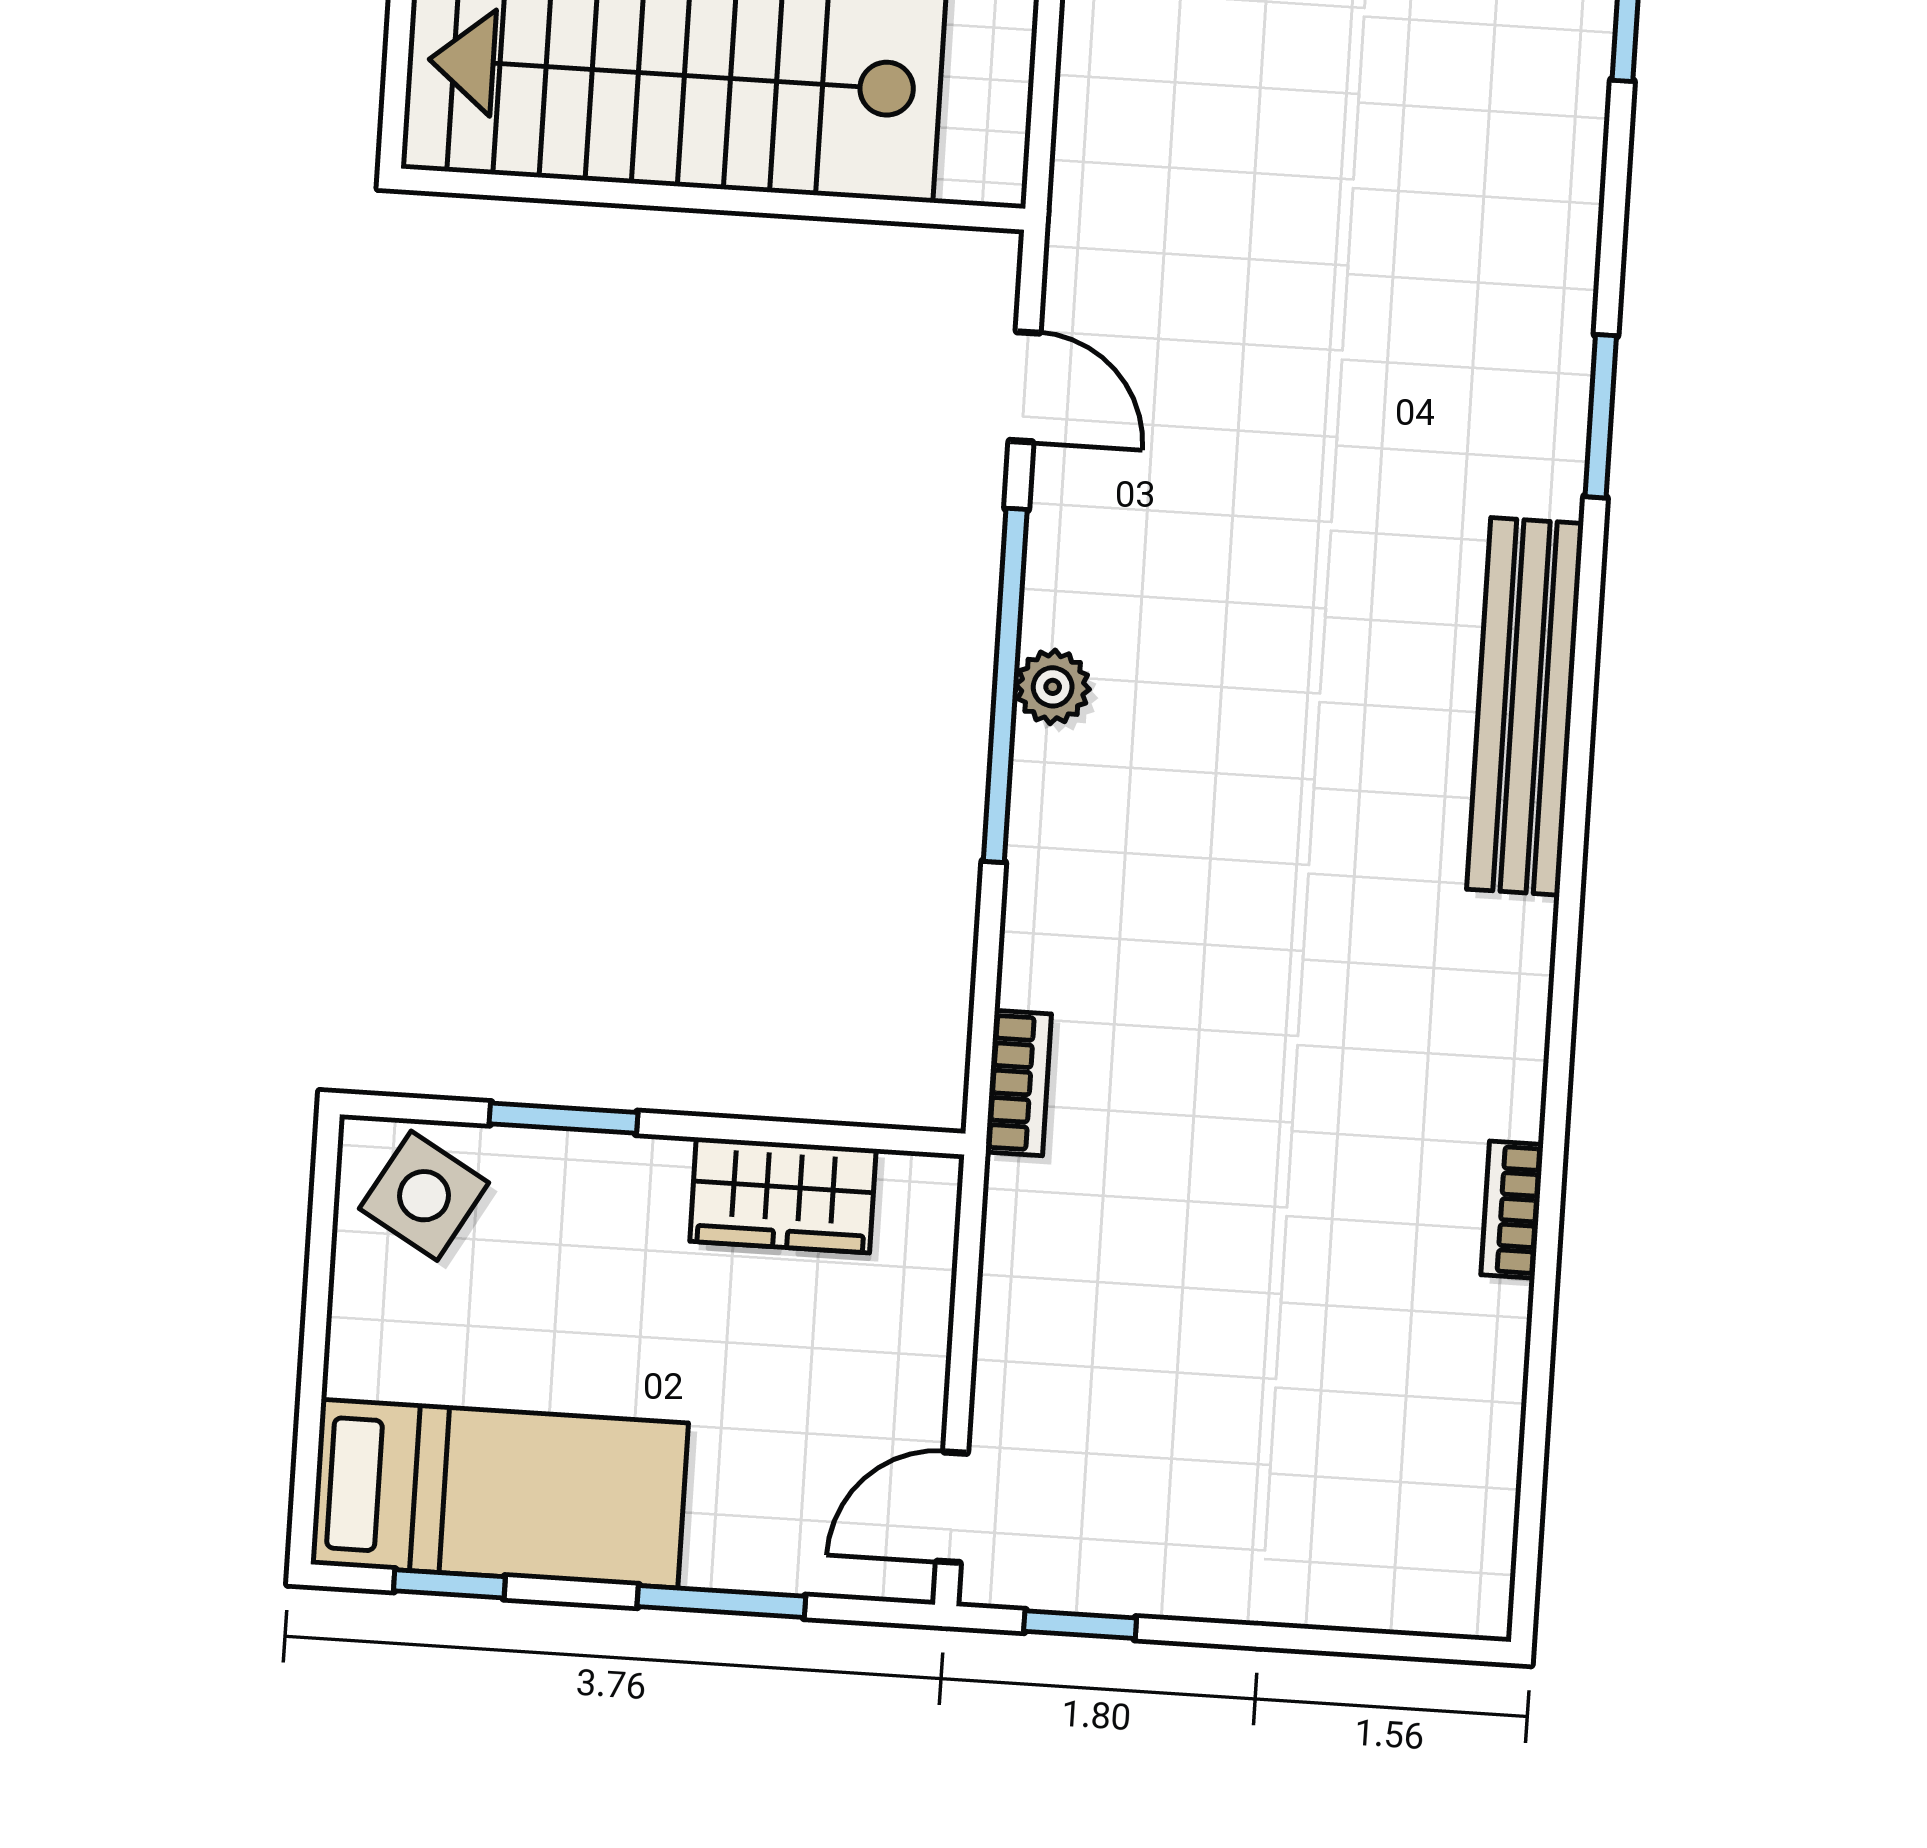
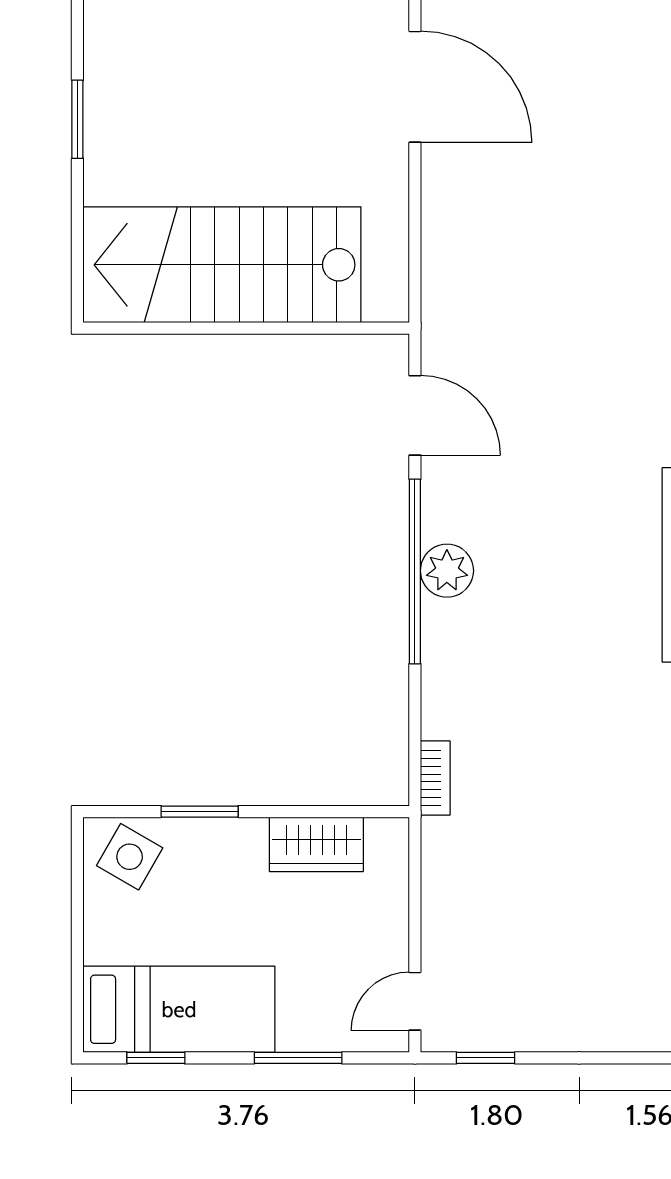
door: (1024, 387) -> (415, 415), width x1.38
plant: (1053, 687) -> (447, 571), width x1.38, depth x1.38

